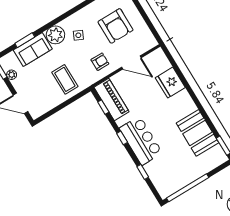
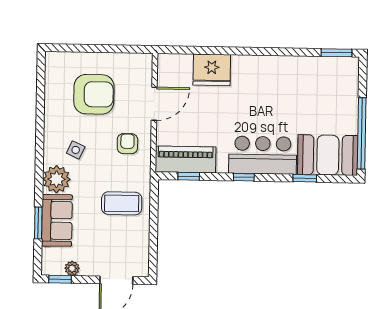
booth: (197, 133) -> (328, 155), moved

